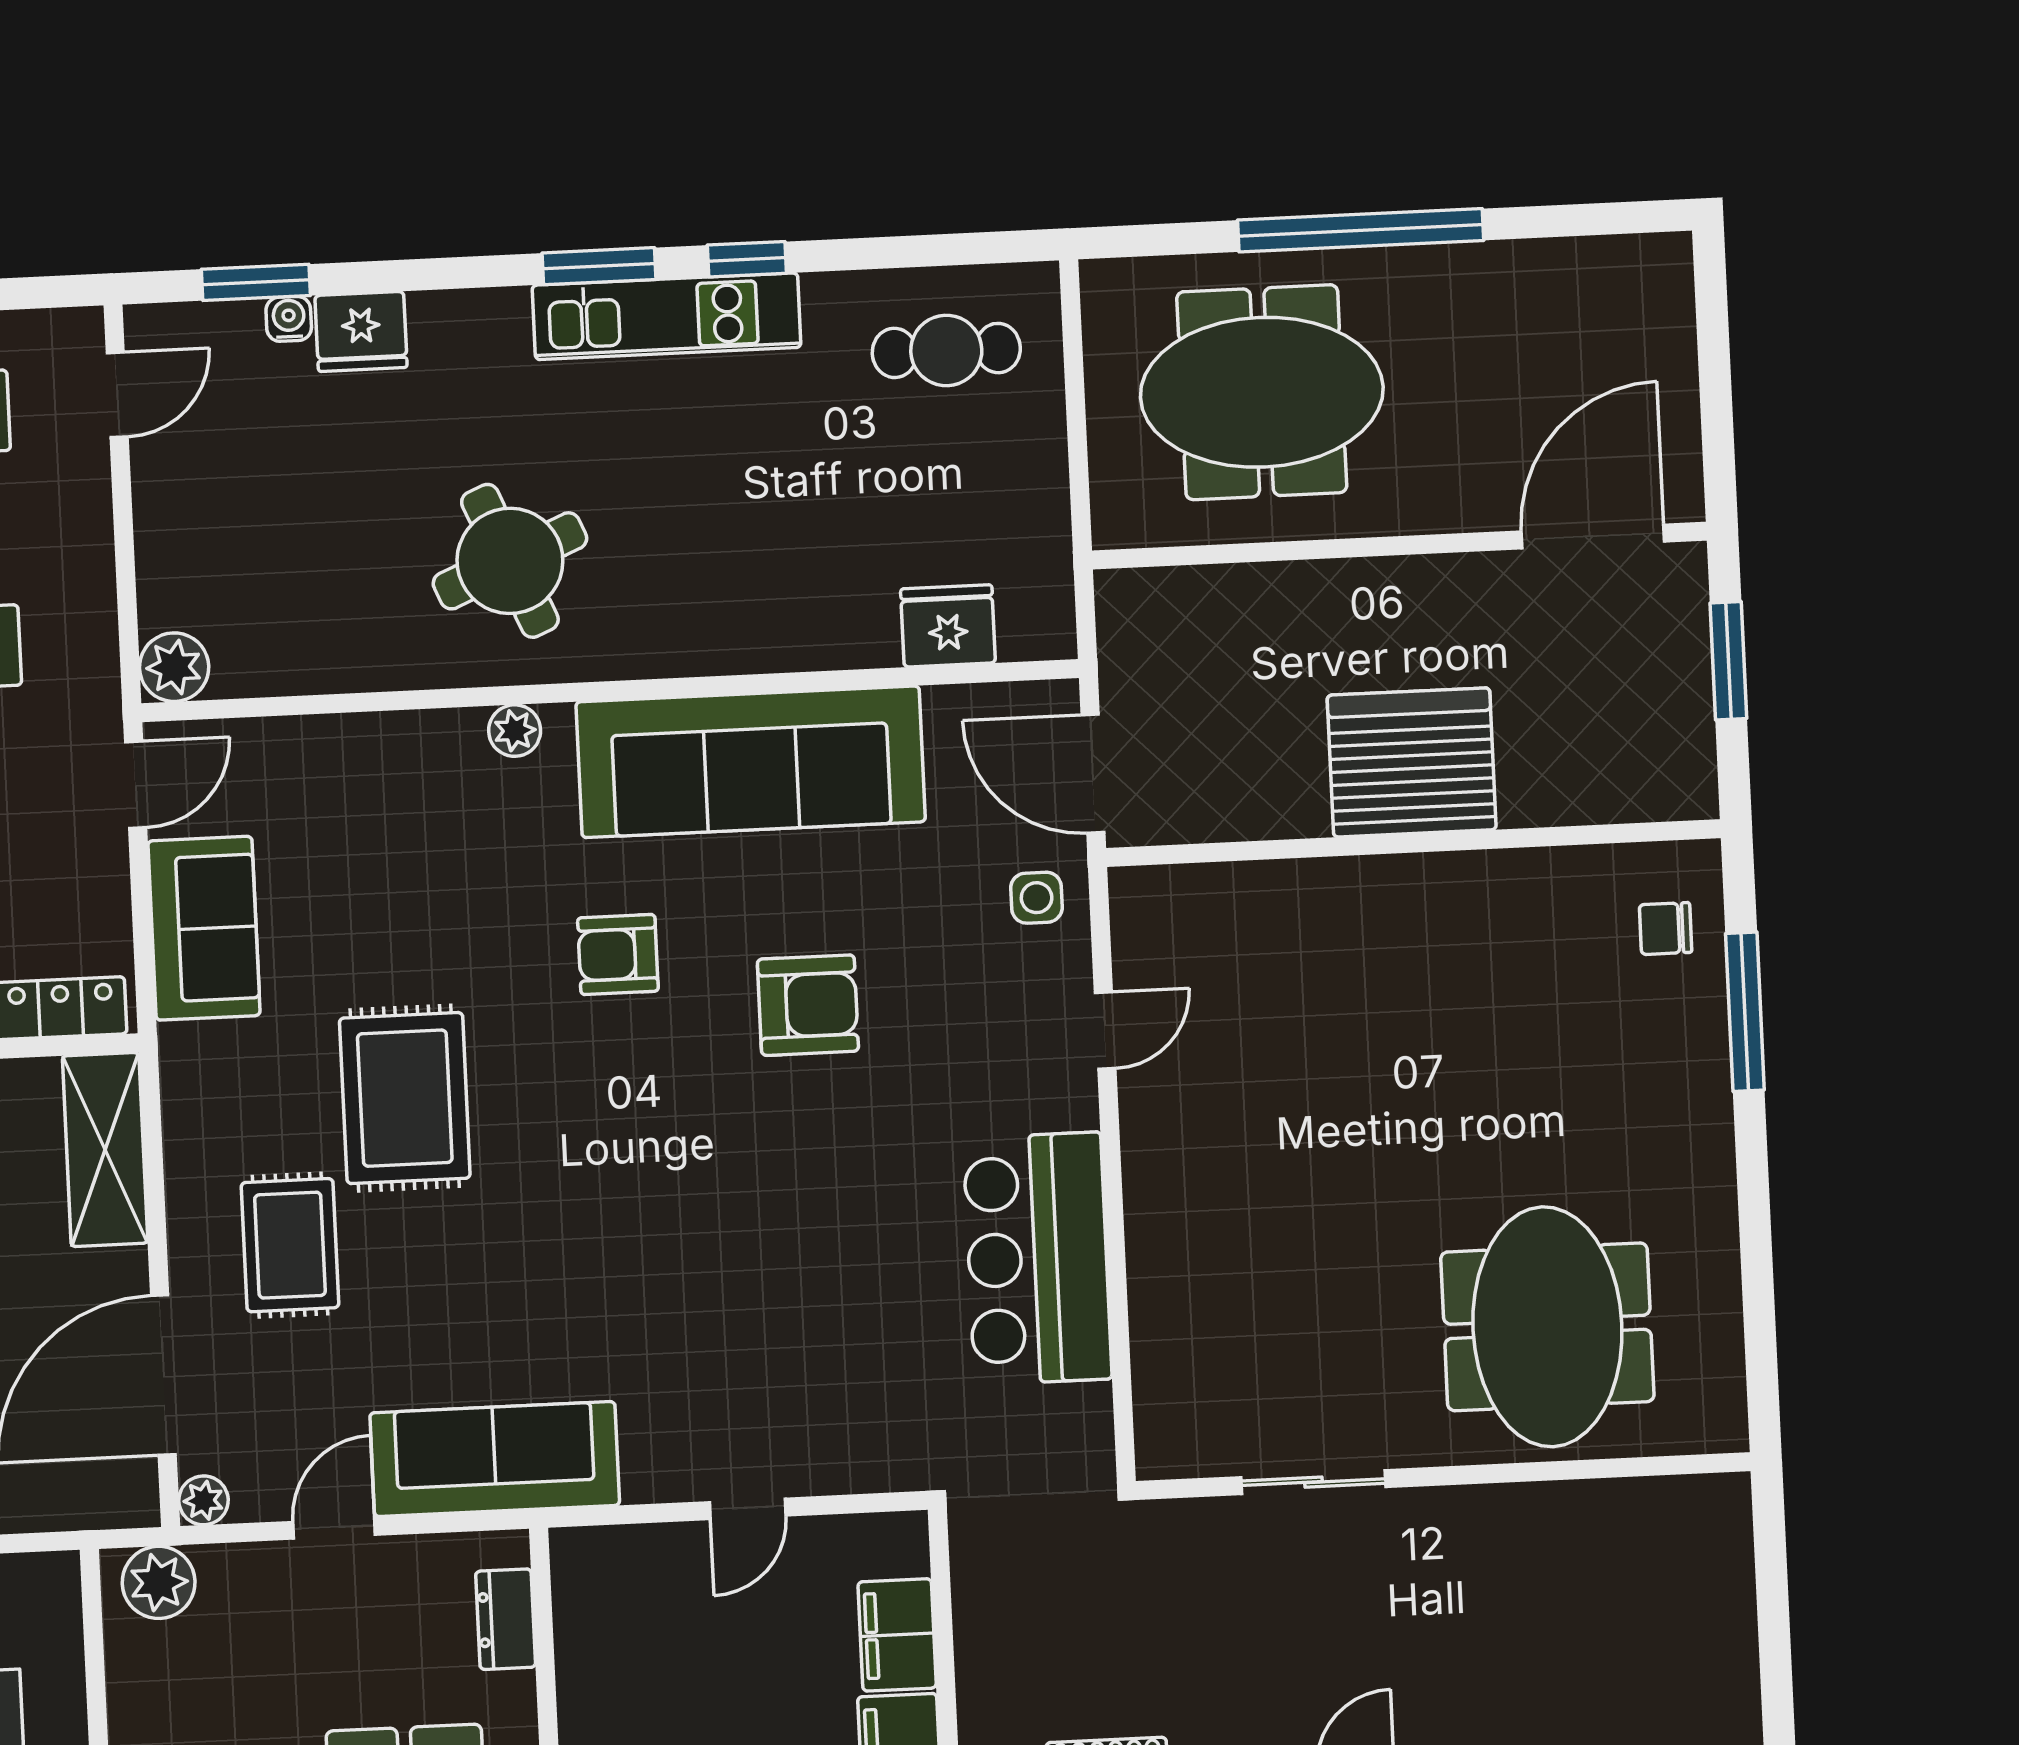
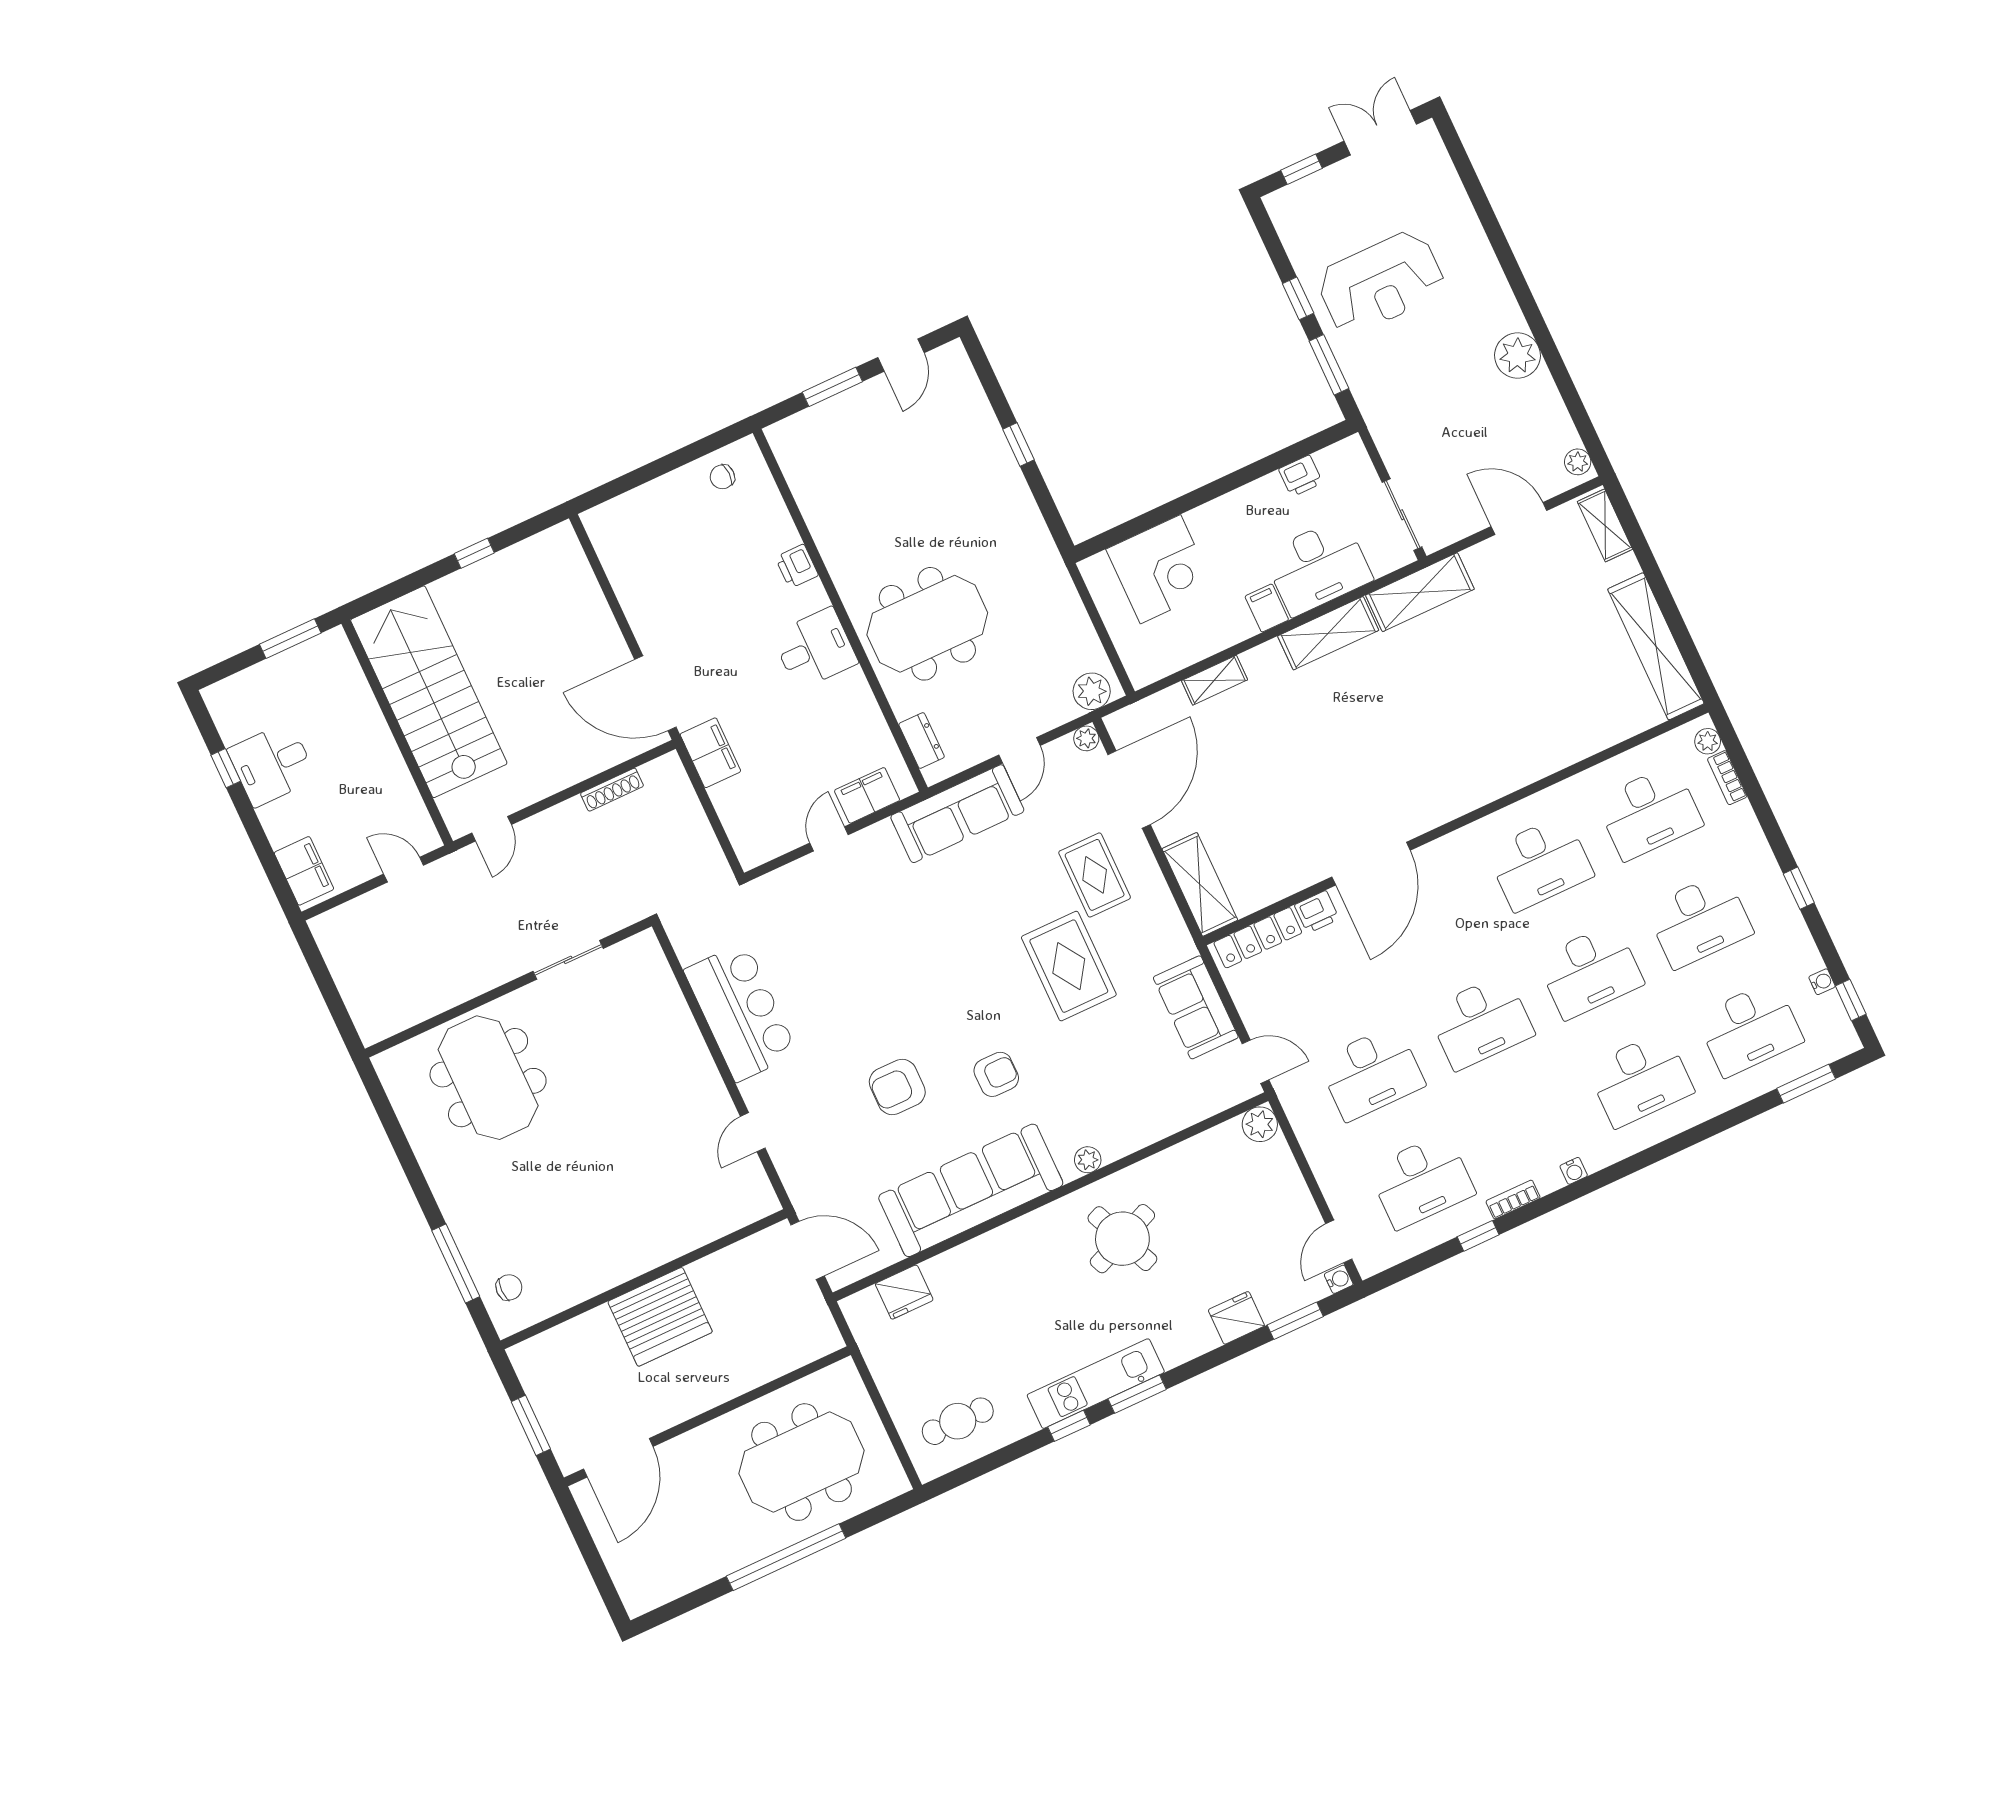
water cooler: (289, 319) -> (1339, 1279), moved, turned -90
door: (136, 785) -> (1255, 1062), swing flipped
side table: (1037, 898) -> (810, 1181), removed
filing cabinet: (897, 1635) -> (867, 795), moved, turned -90

